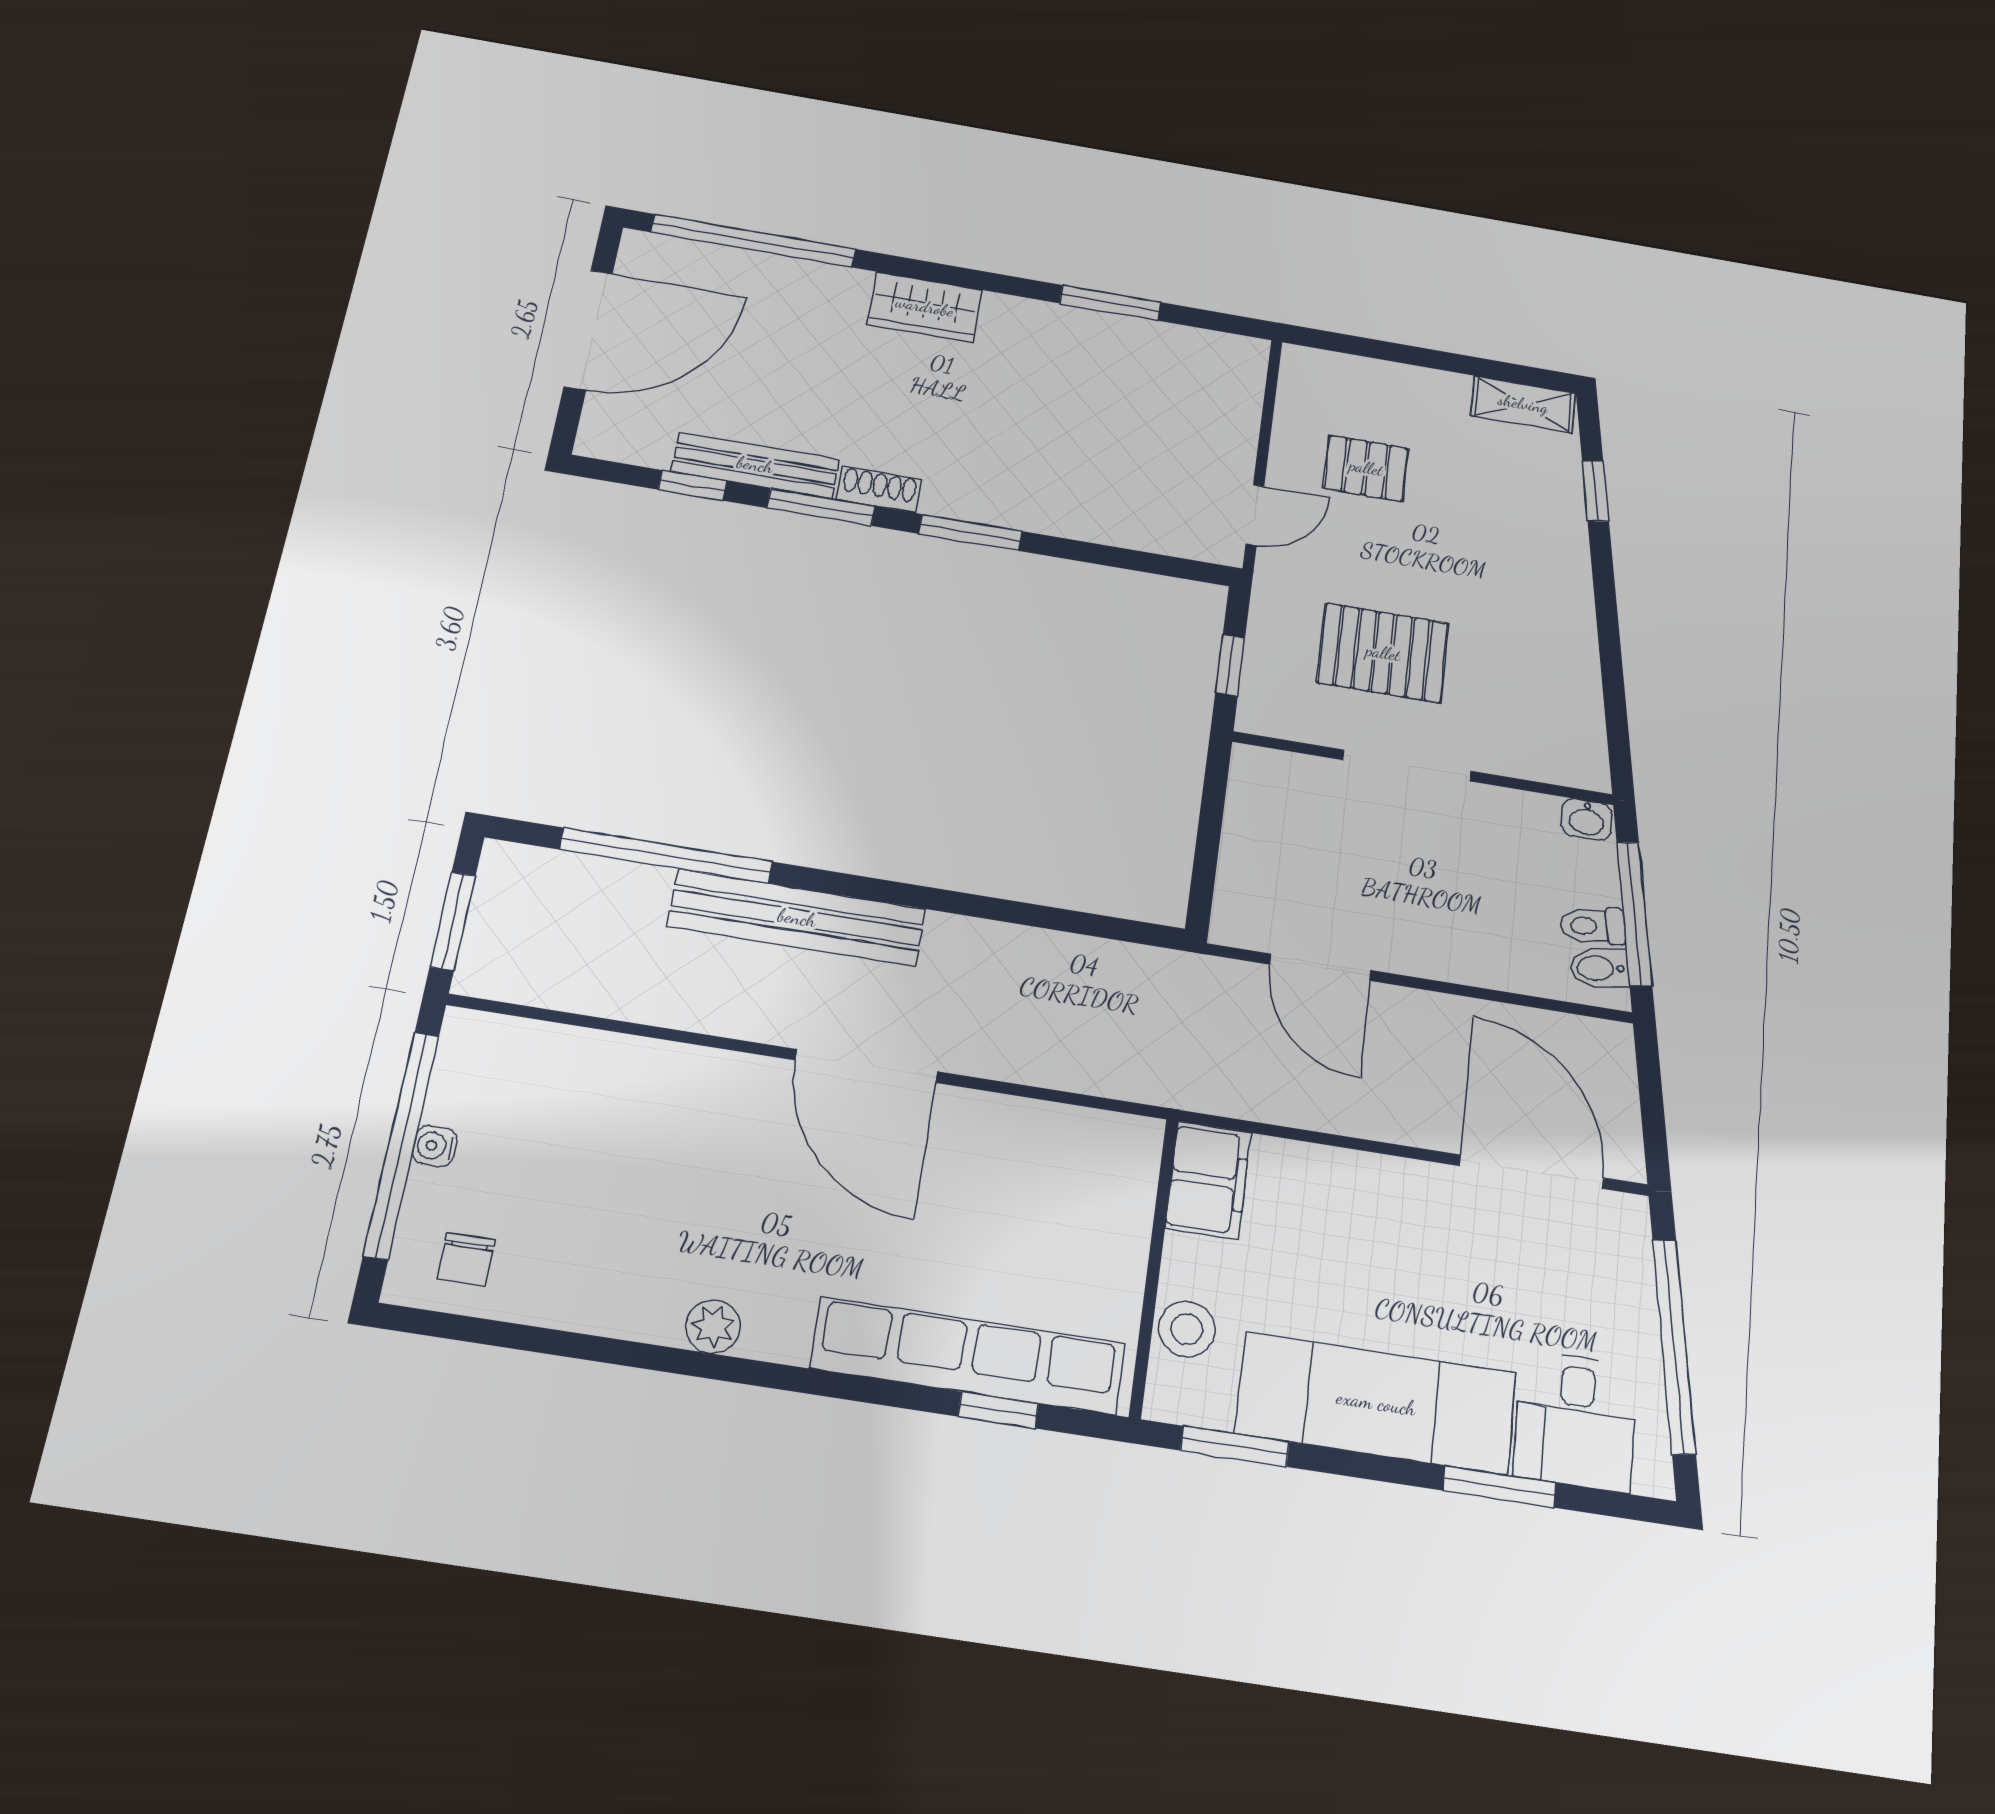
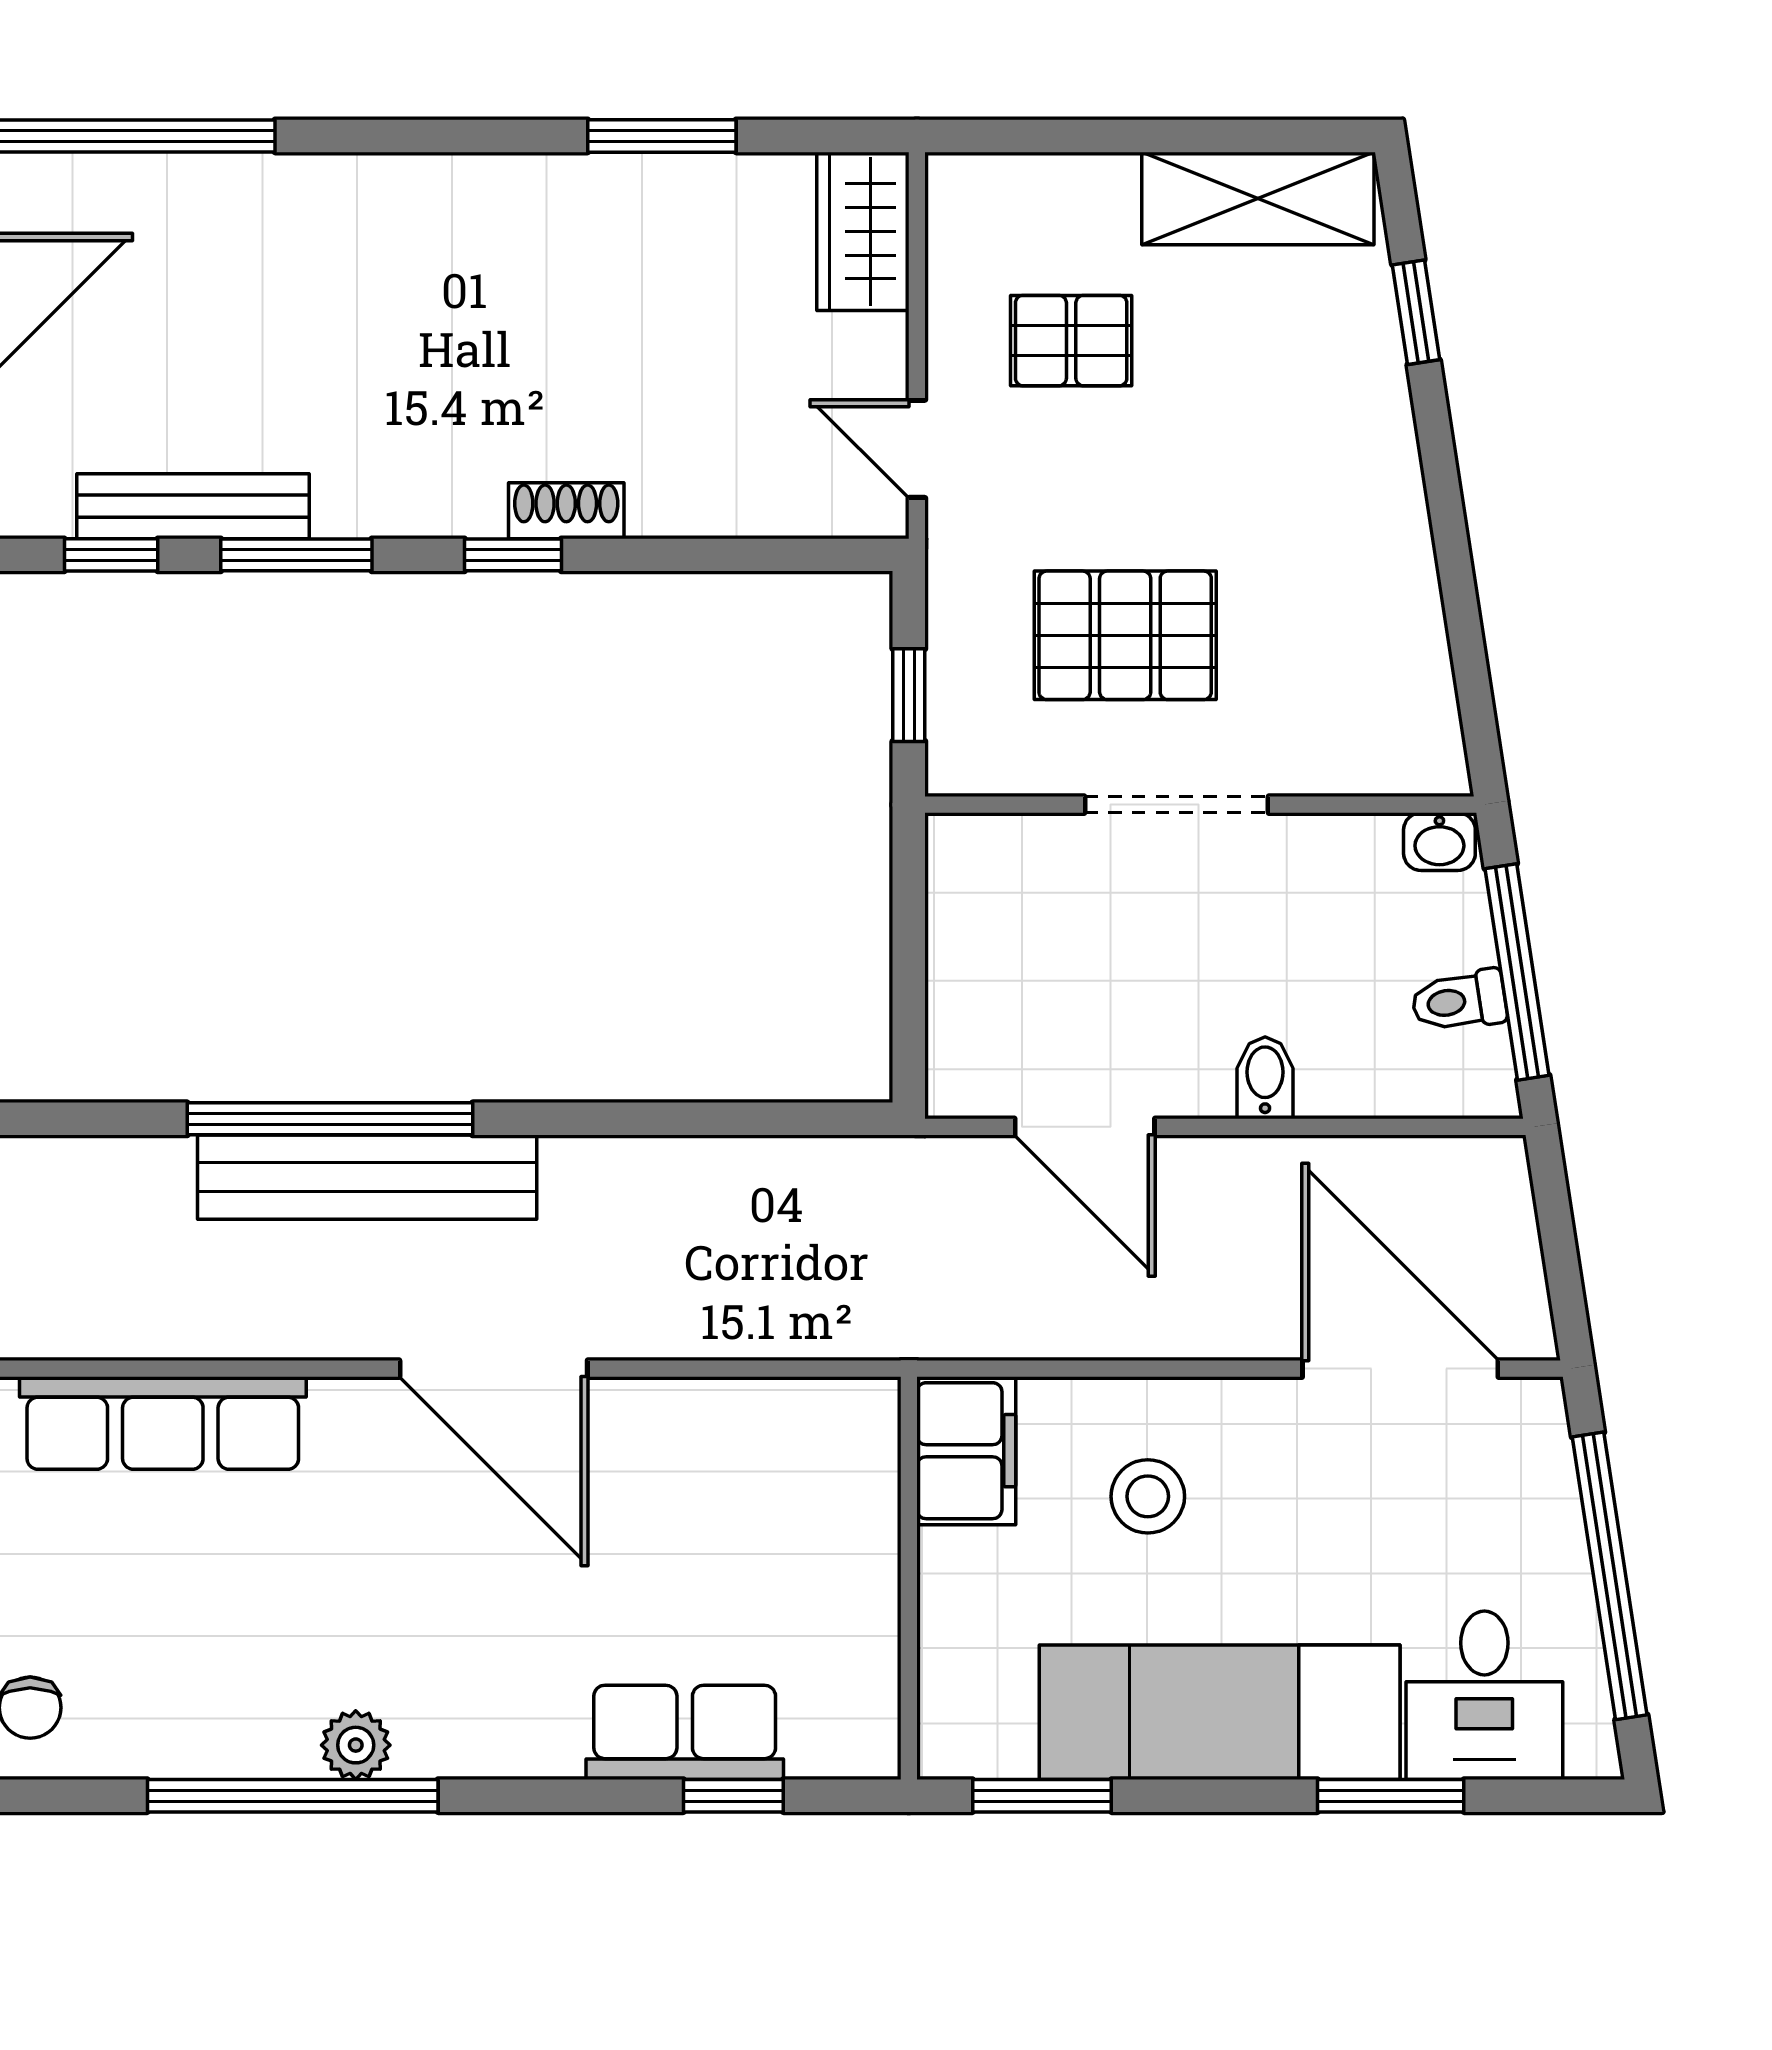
wardrobe: (925, 307) -> (863, 231), moved, turned 90
shelving: (1523, 404) -> (1258, 198), width x1.50, depth x1.33
shoe rack: (879, 489) -> (566, 511), moved
door: (1255, 515) -> (917, 449), swing flipped
window: (970, 532) -> (513, 555), width x0.67
window: (666, 856) -> (330, 1119), moved
bidet: (1599, 968) -> (1265, 1078), moved, turned 99
row of seats: (612, 1065) -> (163, 1423), added
stool: (1187, 1329) -> (1148, 1496), moved
row of seats: (968, 1356) -> (685, 1732), width x0.50
window: (657, 1358) -> (293, 1796), added

